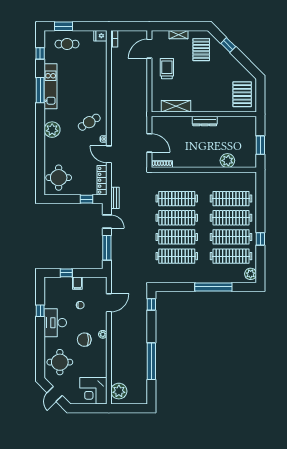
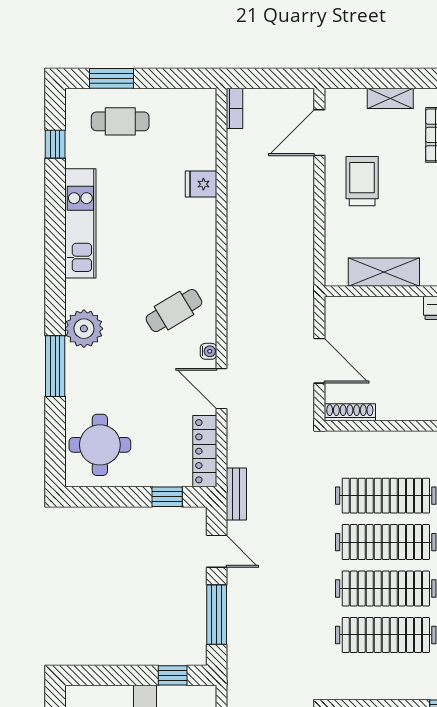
fridge: (100, 36) -> (201, 184), moved
window: (40, 90) -> (55, 366), moved
window: (66, 273) -> (173, 675), moved

